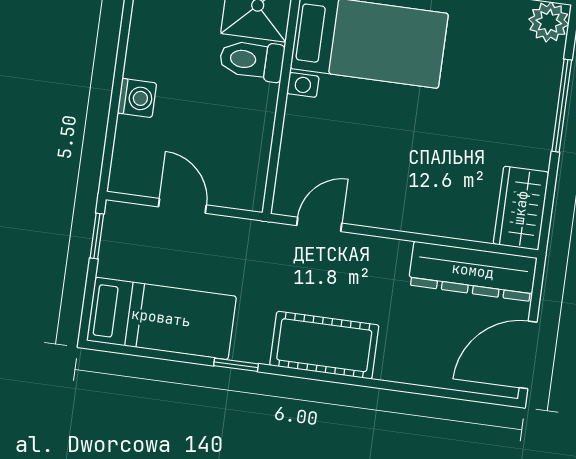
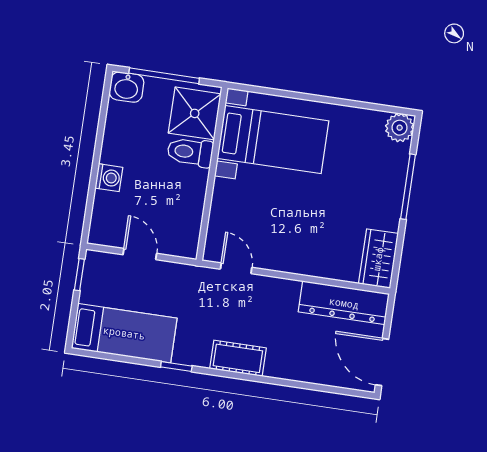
door: (319, 224) -> (236, 268), hinge flipped
cot: (324, 345) -> (238, 358), width x0.73, depth x0.75
door: (528, 355) -> (382, 362), hinge flipped

